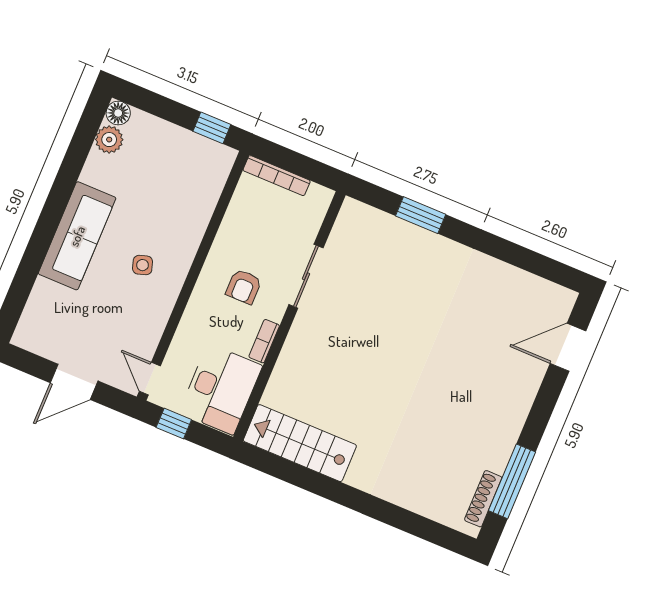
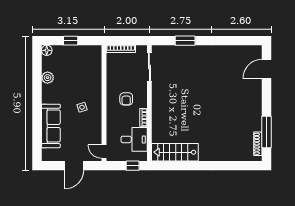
window: (212, 128) -> (71, 41), moved
plant: (109, 140) -> (48, 78), moved
sofa: (77, 236) -> (51, 126), moved
sliding door: (306, 276) -> (149, 67), moved
desk: (221, 389) -> (134, 139), width x0.73
window: (174, 424) -> (133, 166), moved

